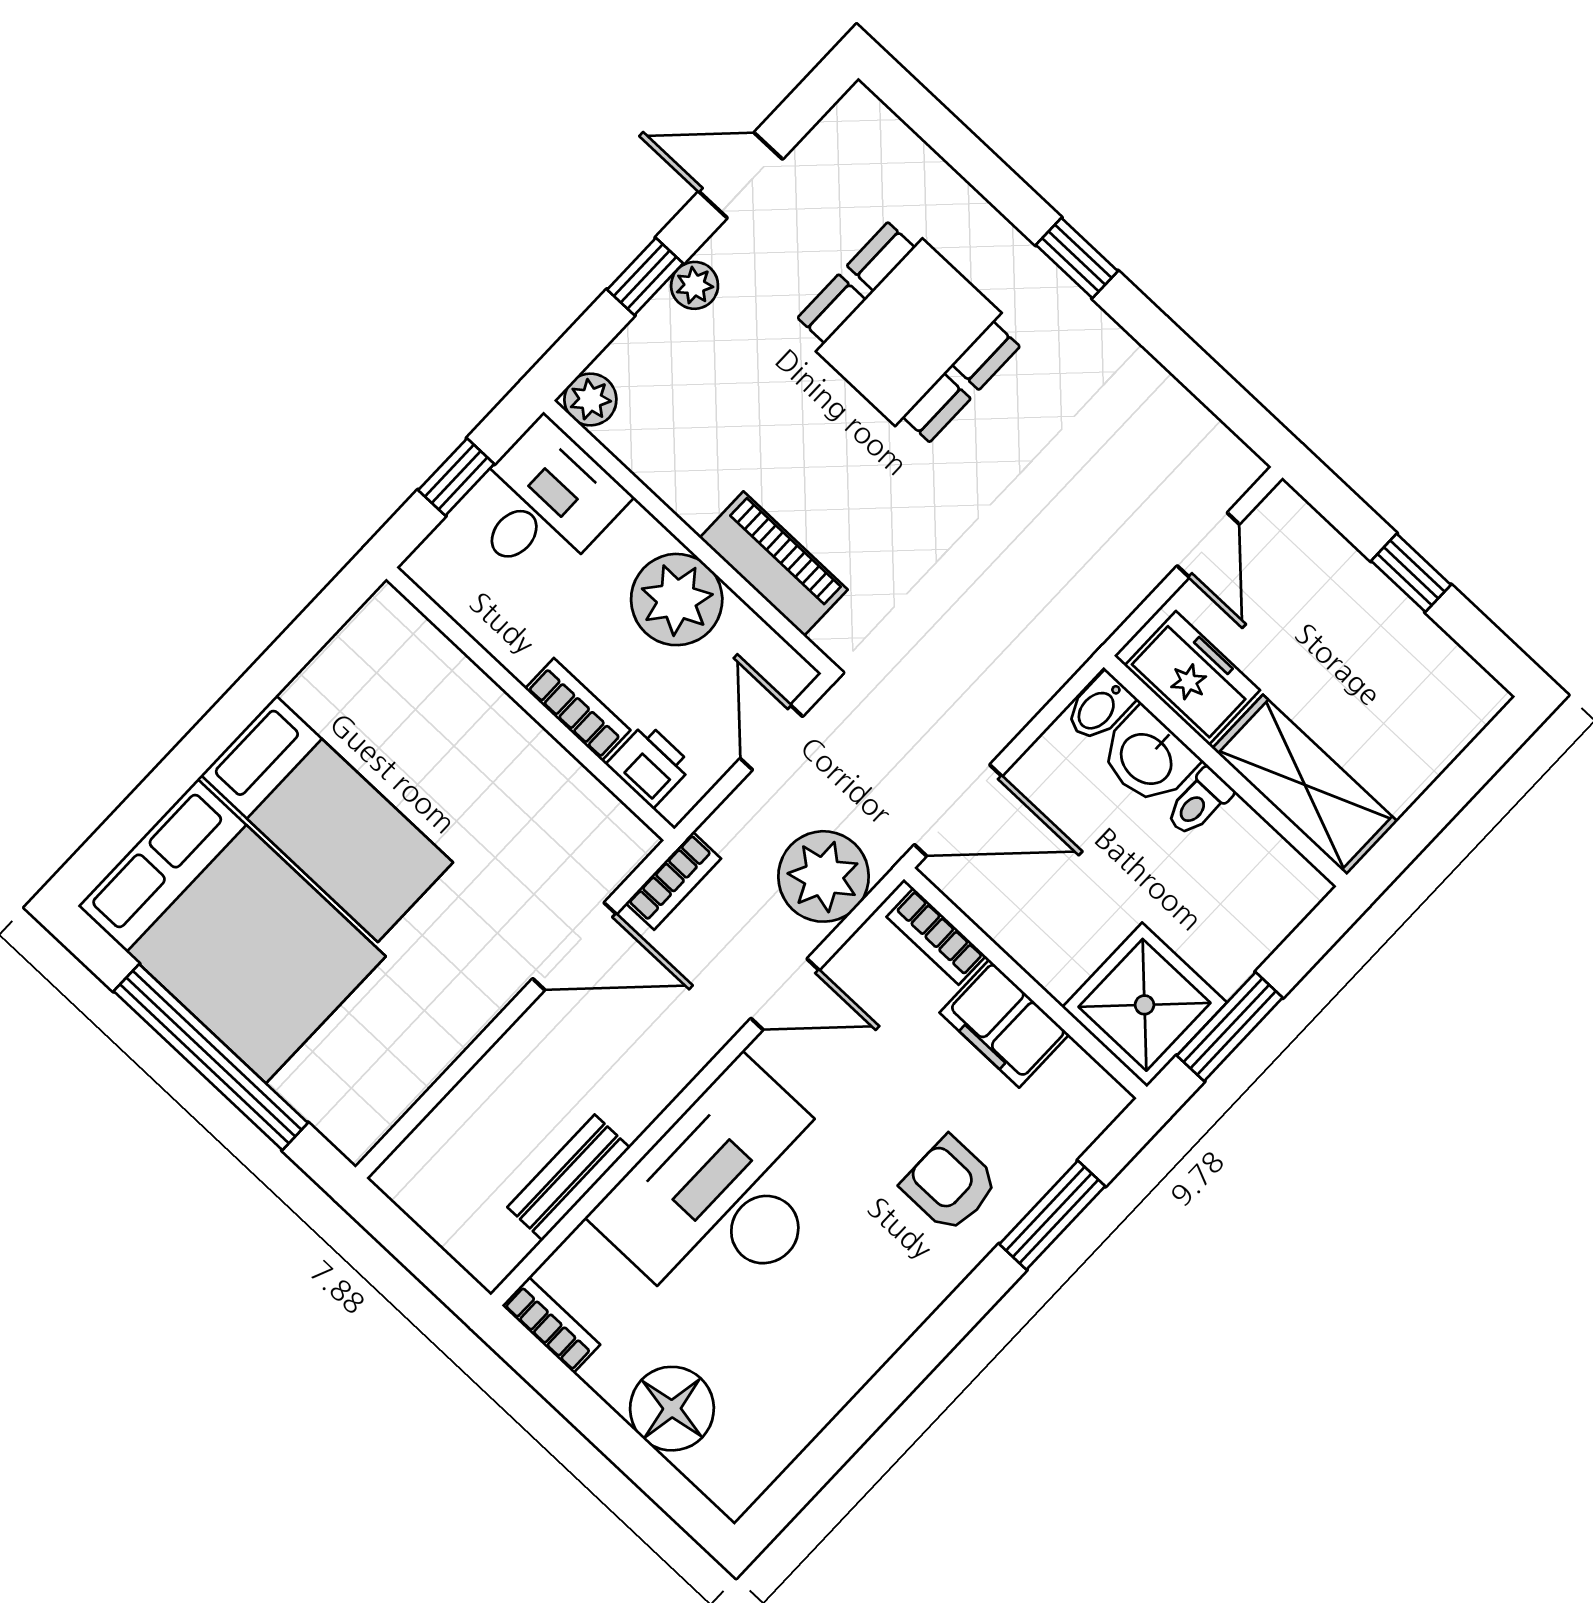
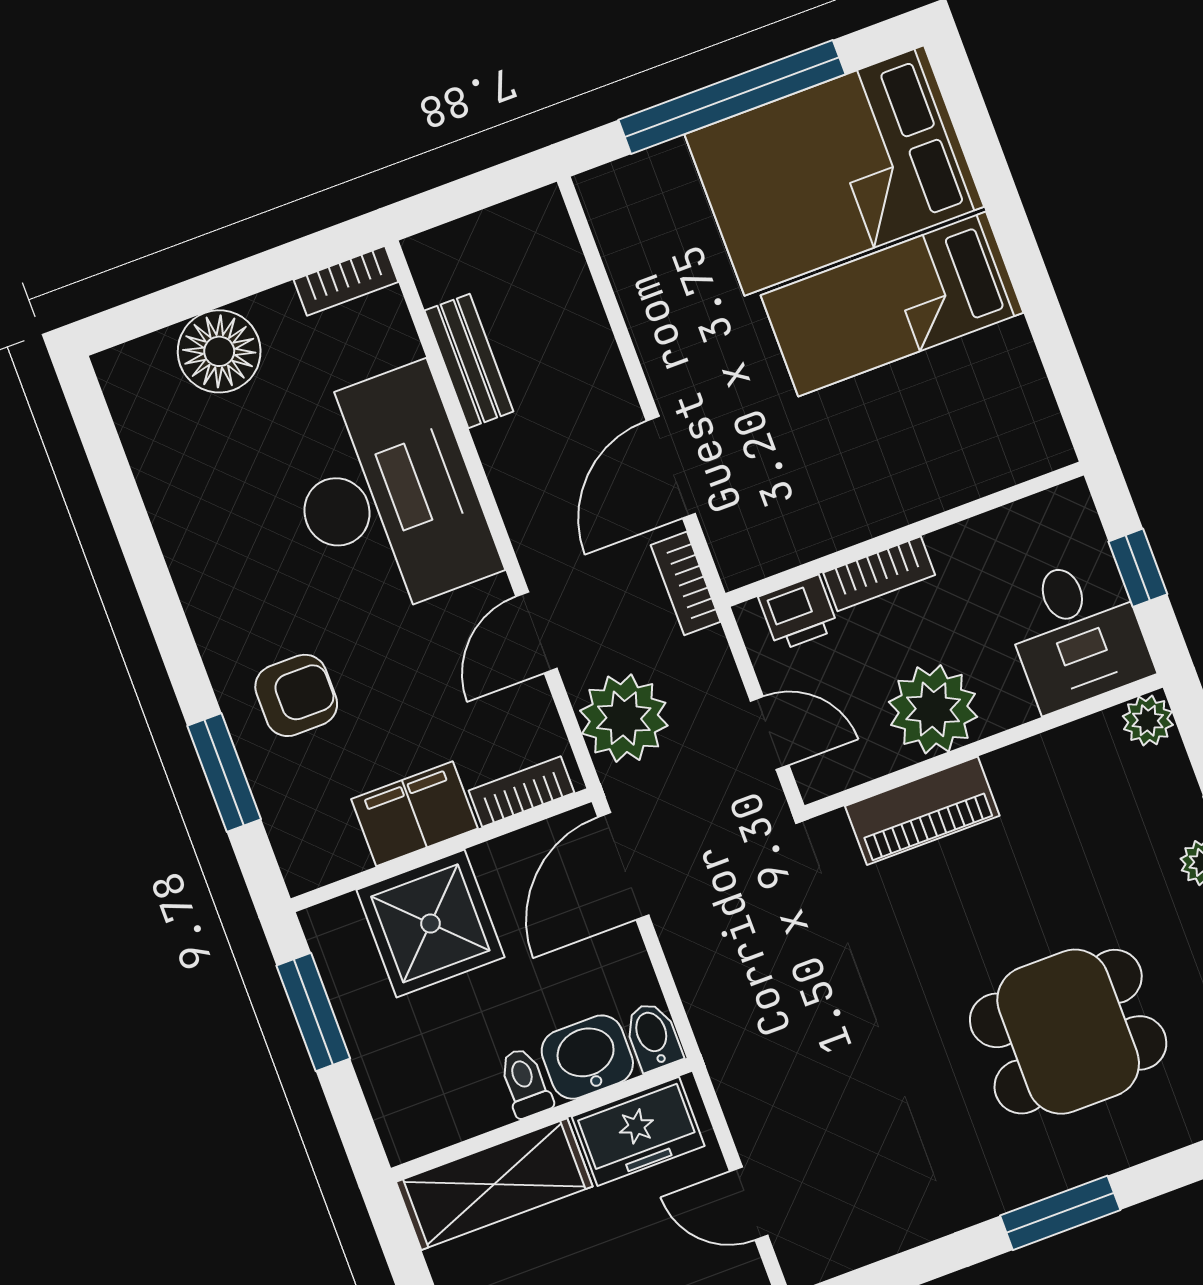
window: (1077, 258) -> (1060, 1213), width x1.50
shower: (1144, 1005) -> (430, 923), moved

